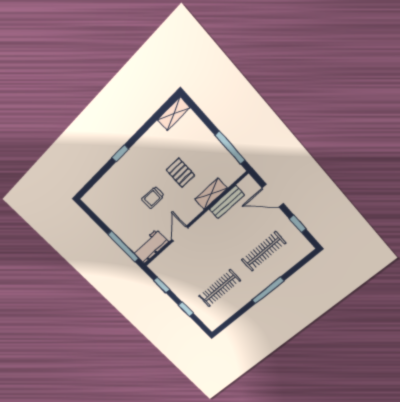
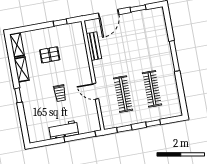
window: (230, 148) -> (60, 23), width x0.46
pallet: (180, 173) -> (50, 55), moved
shelving: (211, 194) -> (22, 69), moved
workbench: (150, 247) -> (64, 130), moved, turned 90
clothes rail: (264, 251) -> (123, 94), moved

